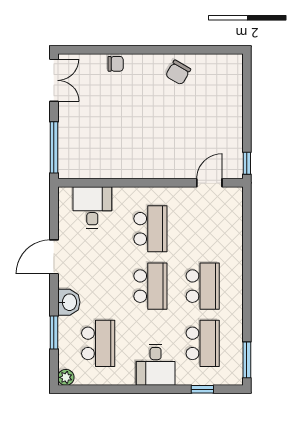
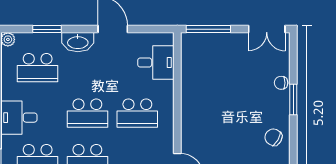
window: (135, 50) -> (293, 99), added
chair: (116, 64) -> (281, 83), turned 90
washbasin: (69, 302) -> (78, 42), width x1.38

